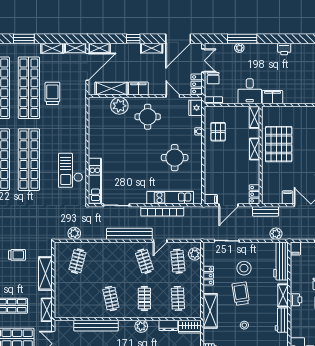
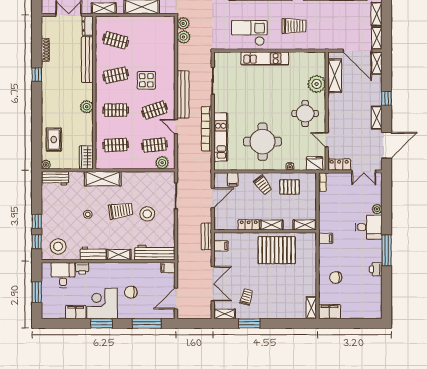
door: (178, 39) -> (386, 145), swing flipped
window: (242, 39) -> (386, 250), moved
printer: (284, 49) -> (376, 269), moved
chair: (213, 78) -> (336, 277), moved
filing cabinet: (138, 88) -> (335, 104), removed
desk: (250, 91) -> (369, 227), moved, turned 180
trolley: (52, 93) -> (294, 26), moved
door: (173, 96) -> (327, 140), swing flipped
filing cabinet: (272, 97) -> (326, 238), width x0.50
trolley: (216, 157) -> (263, 185), added
round table: (175, 158) -> (263, 142), width x1.36, depth x1.36
kitchen unit: (95, 181) -> (265, 58), moved
locker: (254, 194) -> (249, 225), moved
filing cabinet: (287, 197) -> (221, 246), moved
filing cabinet: (211, 199) -> (233, 179), moved
door: (229, 205) -> (213, 198), swing flipped
plant: (276, 234) -> (183, 23), moved
clothes rail: (77, 261) -> (116, 40), moved
display table: (116, 269) -> (146, 80), added
locker: (208, 276) -> (139, 177), removed
printer: (296, 300) -> (82, 268), moved
dresser: (168, 325) -> (88, 26), moved

